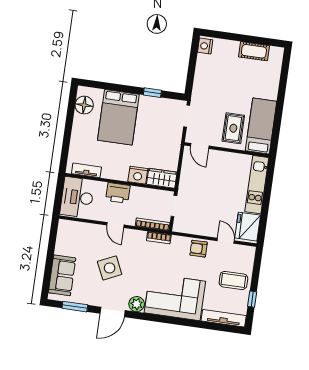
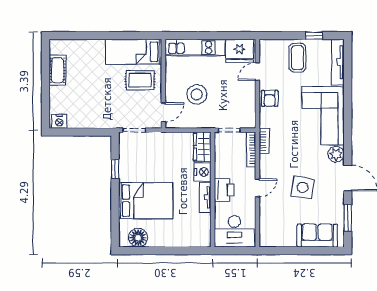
tv unit: (86, 170) -> (205, 197), moved
stool: (212, 180) -> (197, 94), added
side table: (110, 268) -> (303, 187), turned 34

